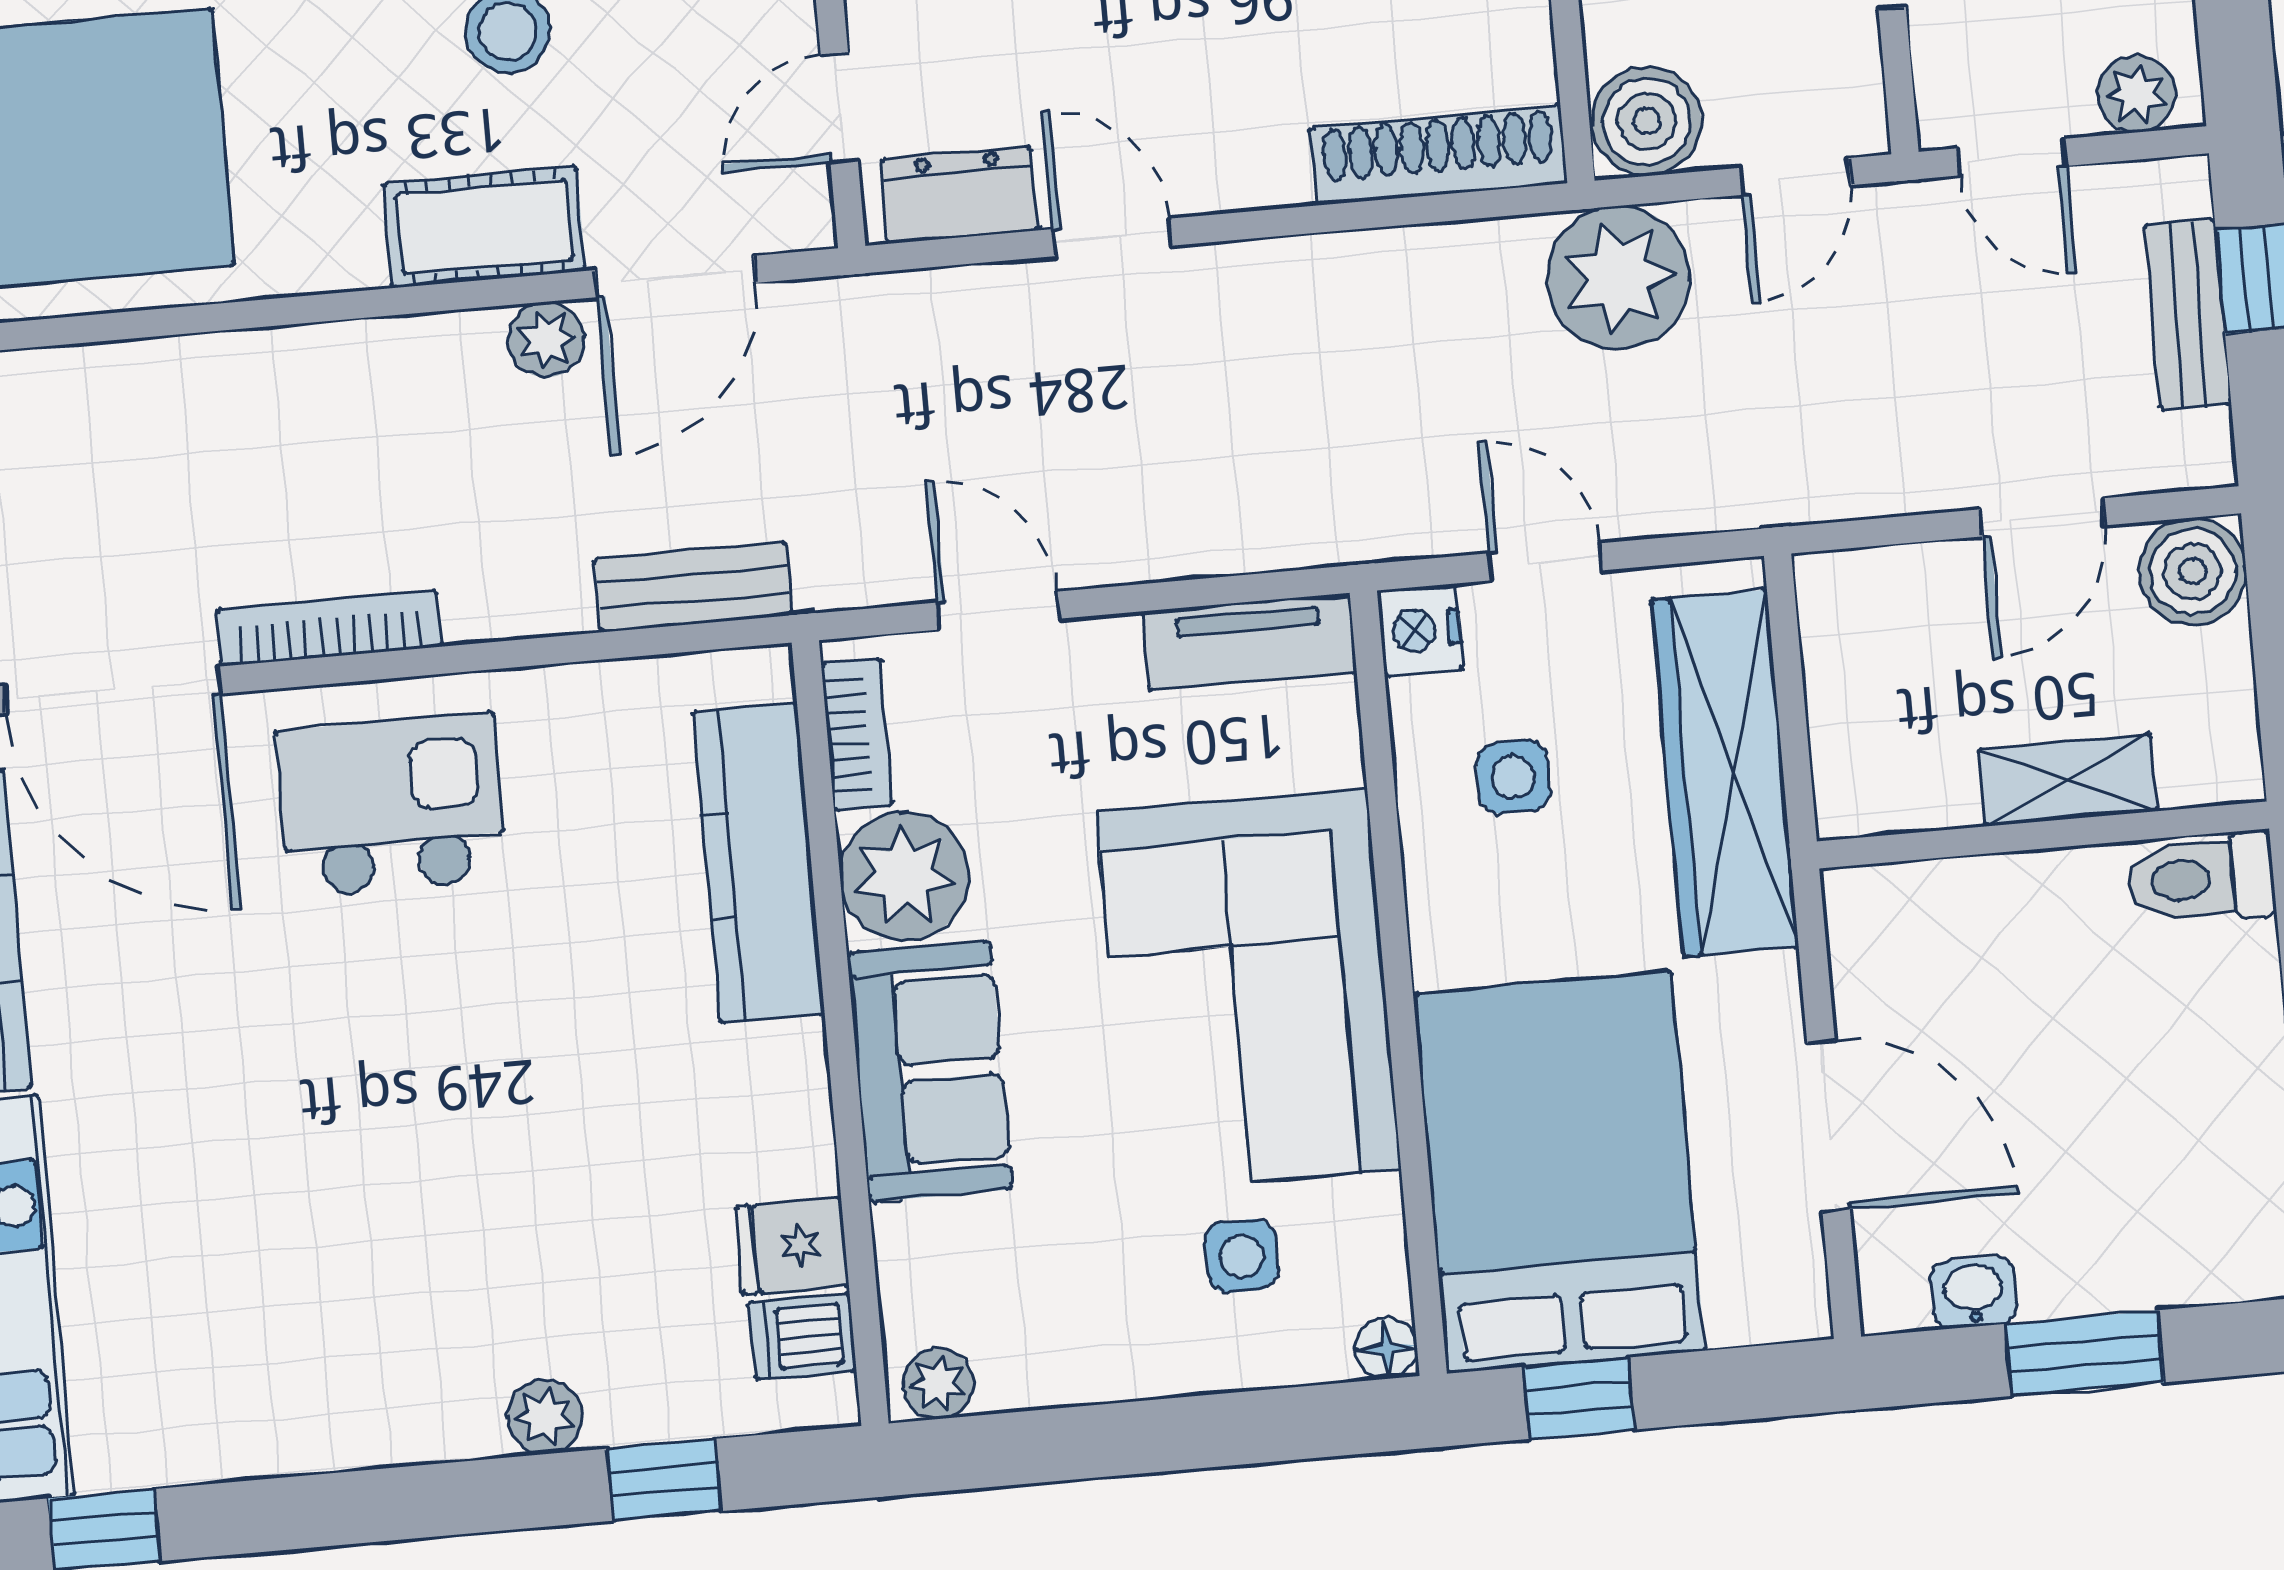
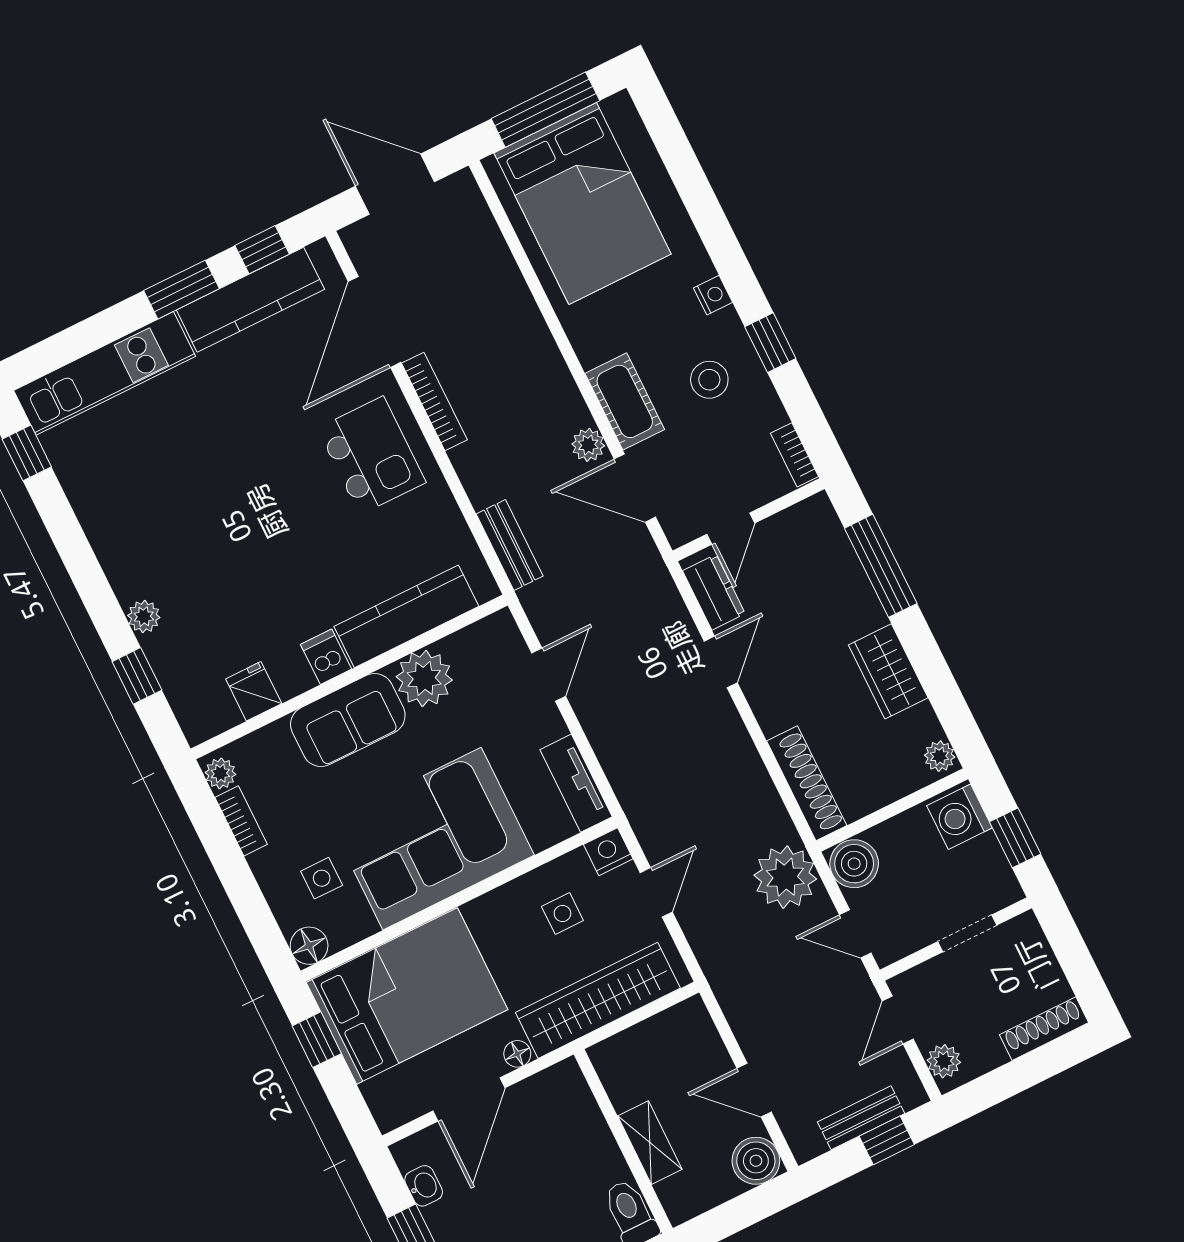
door: (839, 107) -> (731, 529), swing flipped
bookcase: (857, 734) -> (241, 821), moved, turned -90
floor lamp: (1772, 987) -> (517, 1054), added
dishwasher: (803, 1337) -> (326, 657), moved
floor lamp: (1386, 1348) -> (309, 946), width x1.37, depth x1.37

